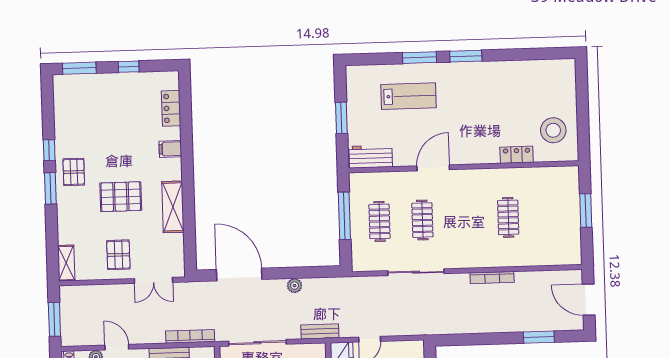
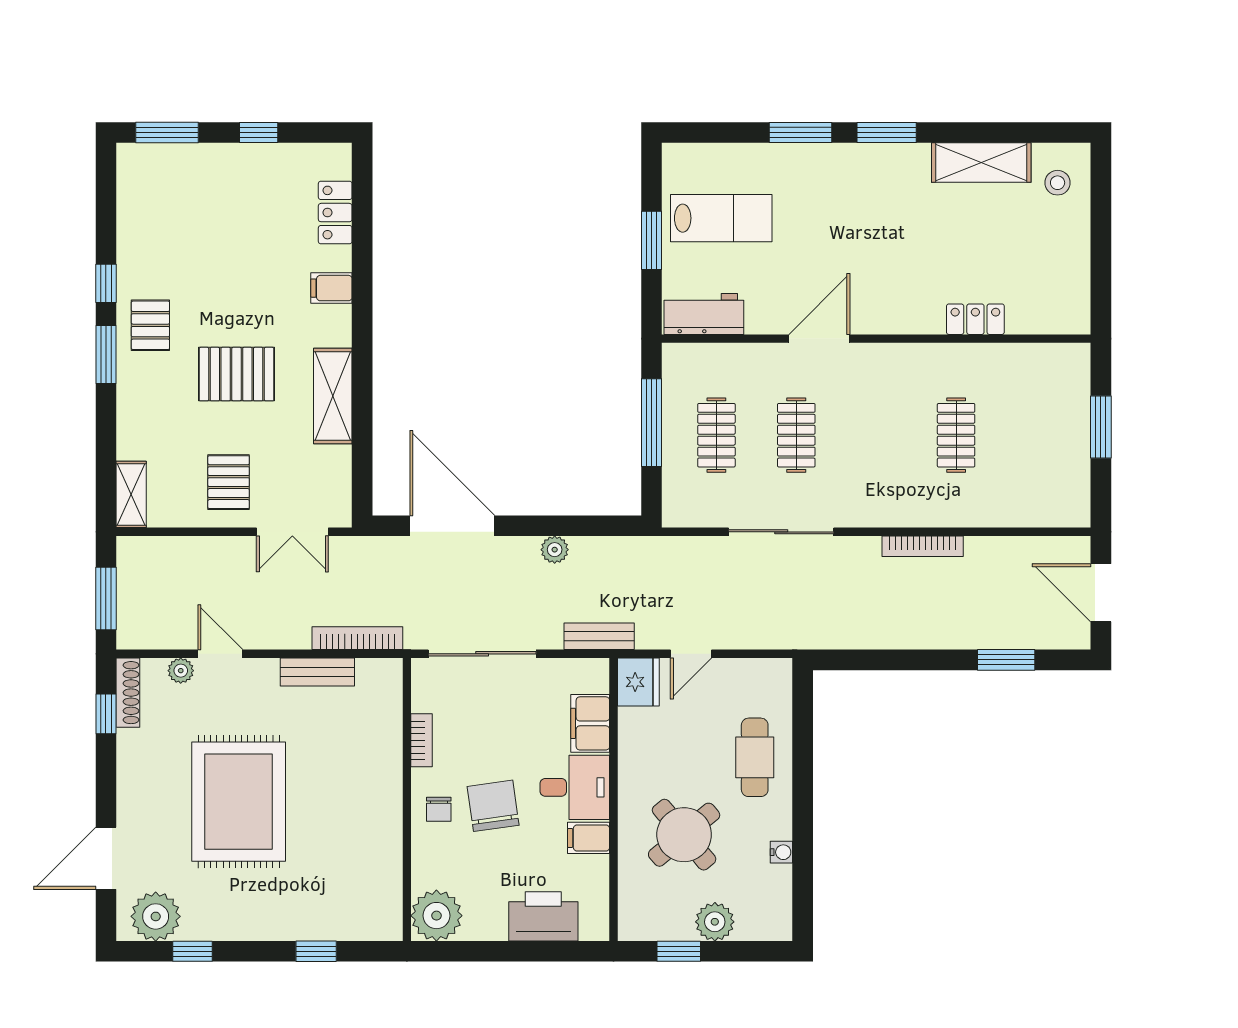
shelving: (517, 71) -> (981, 163), added
lab bench: (409, 96) -> (721, 218), moved
stool: (553, 130) -> (1058, 183), moved, width x0.53, depth x0.53

